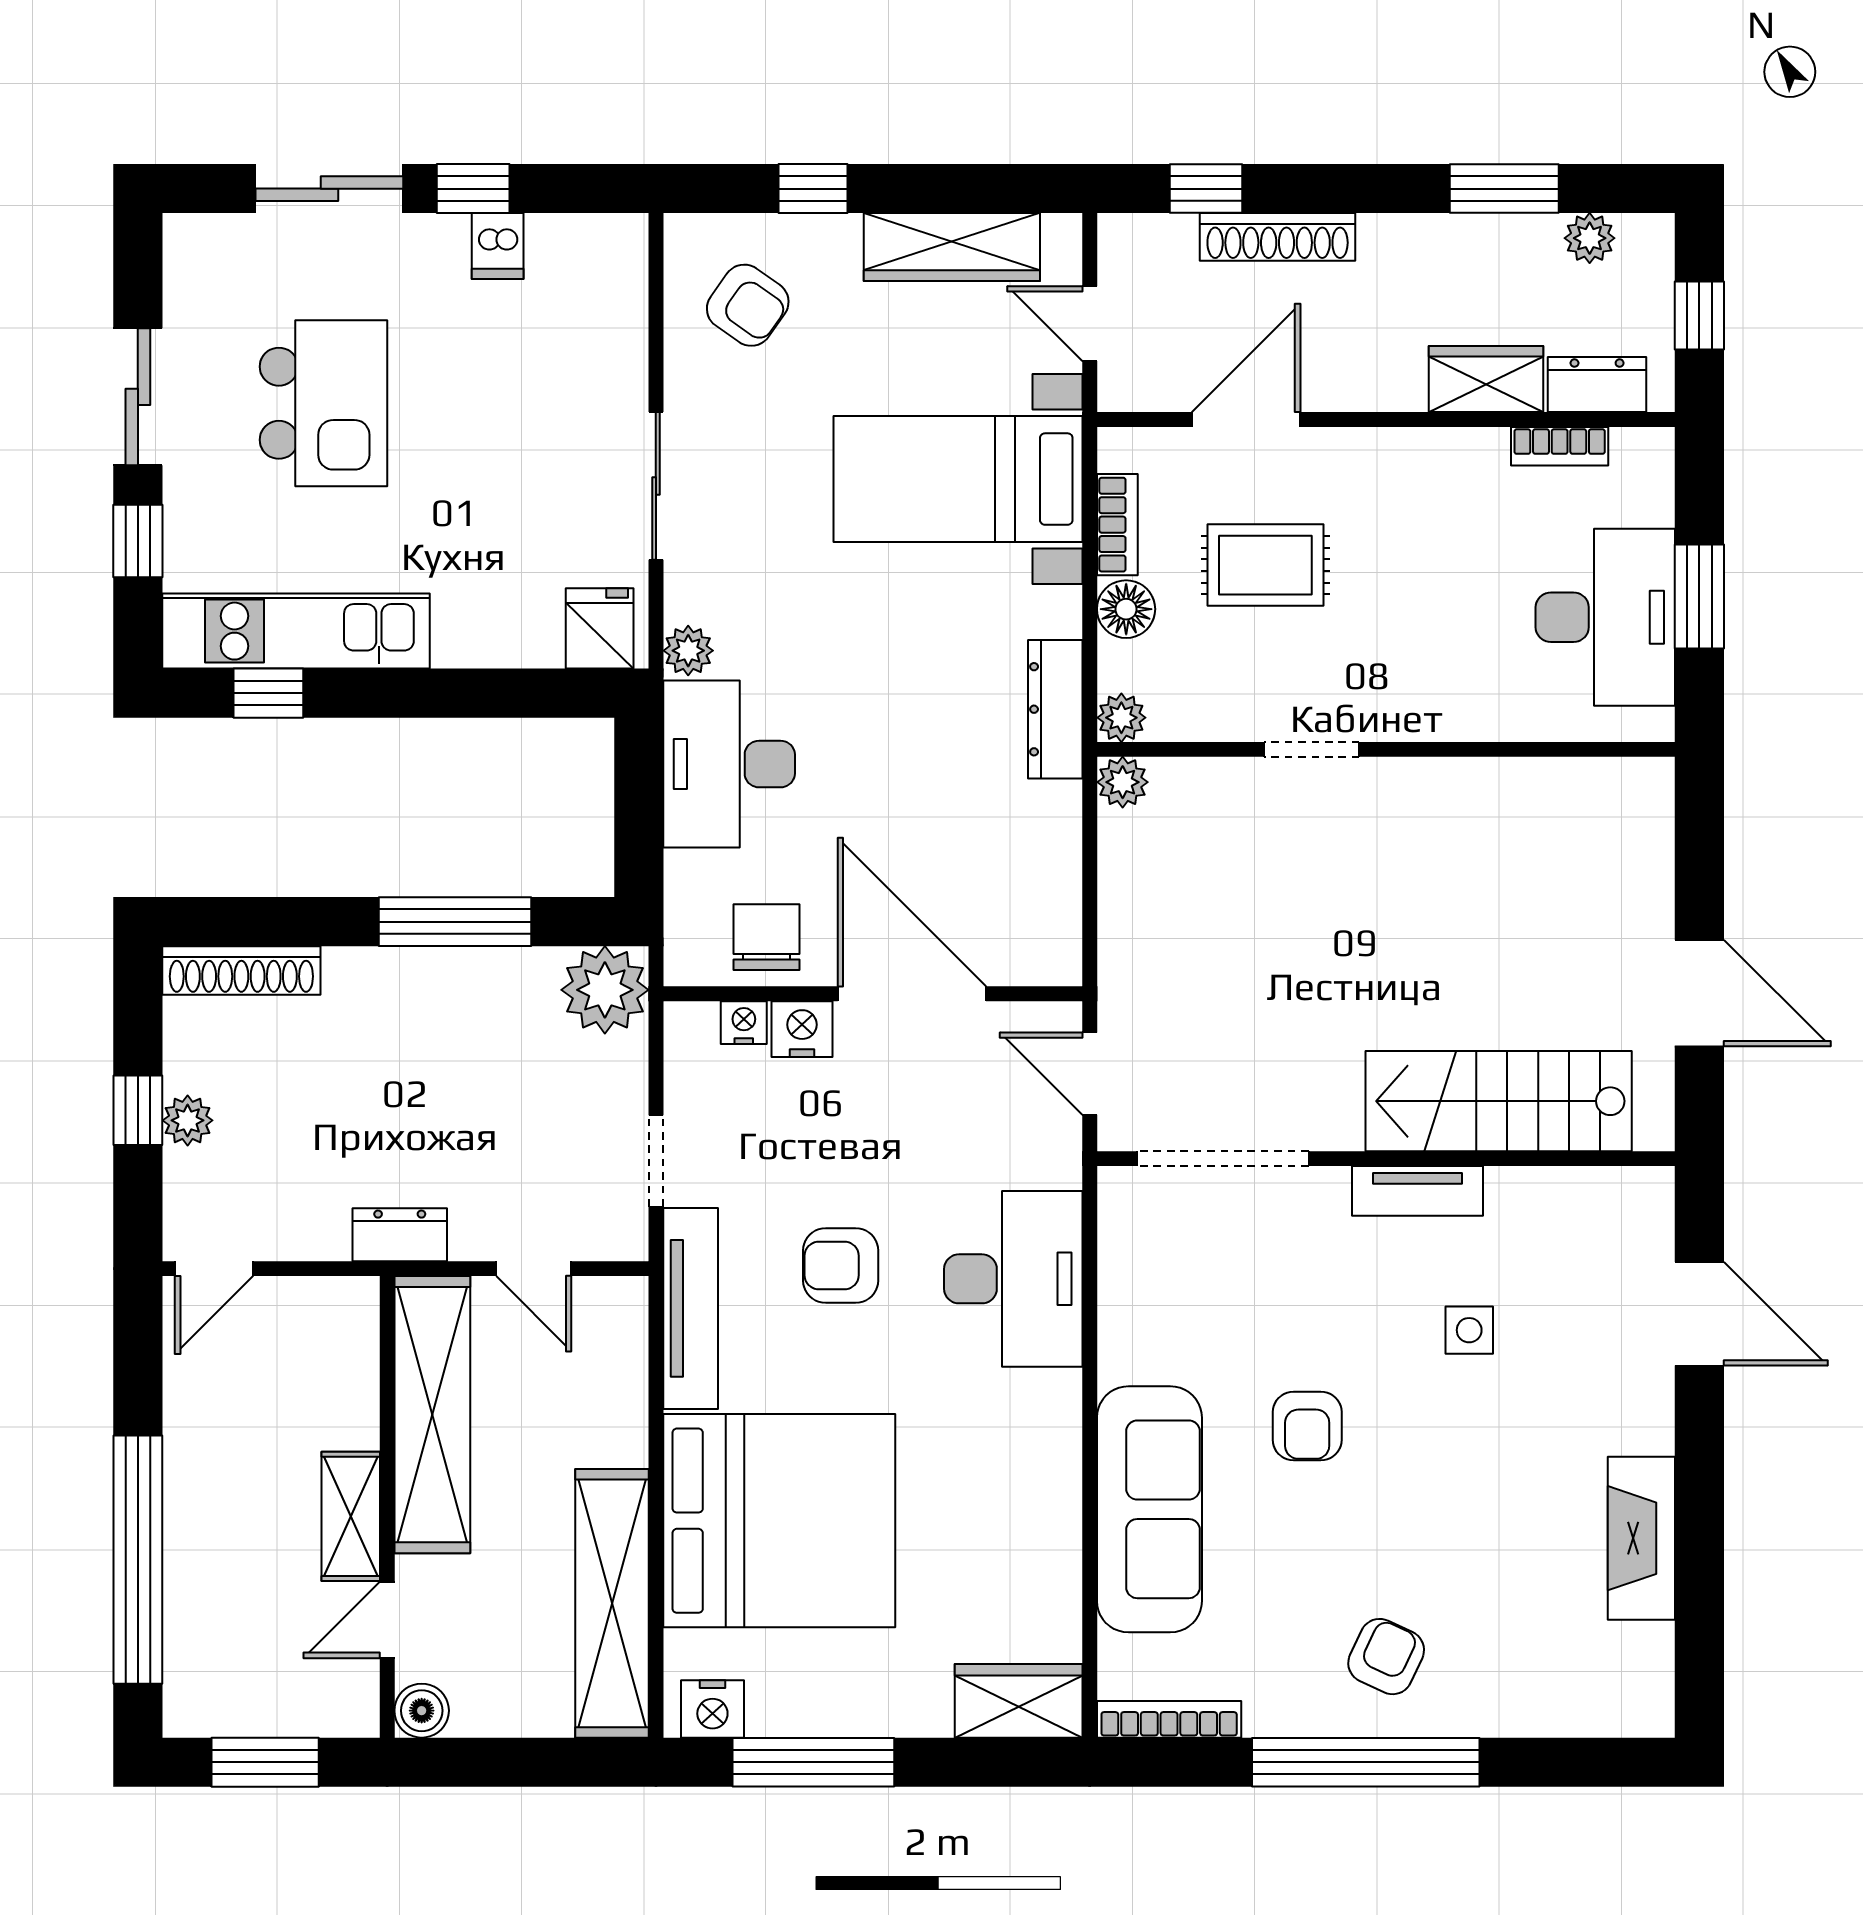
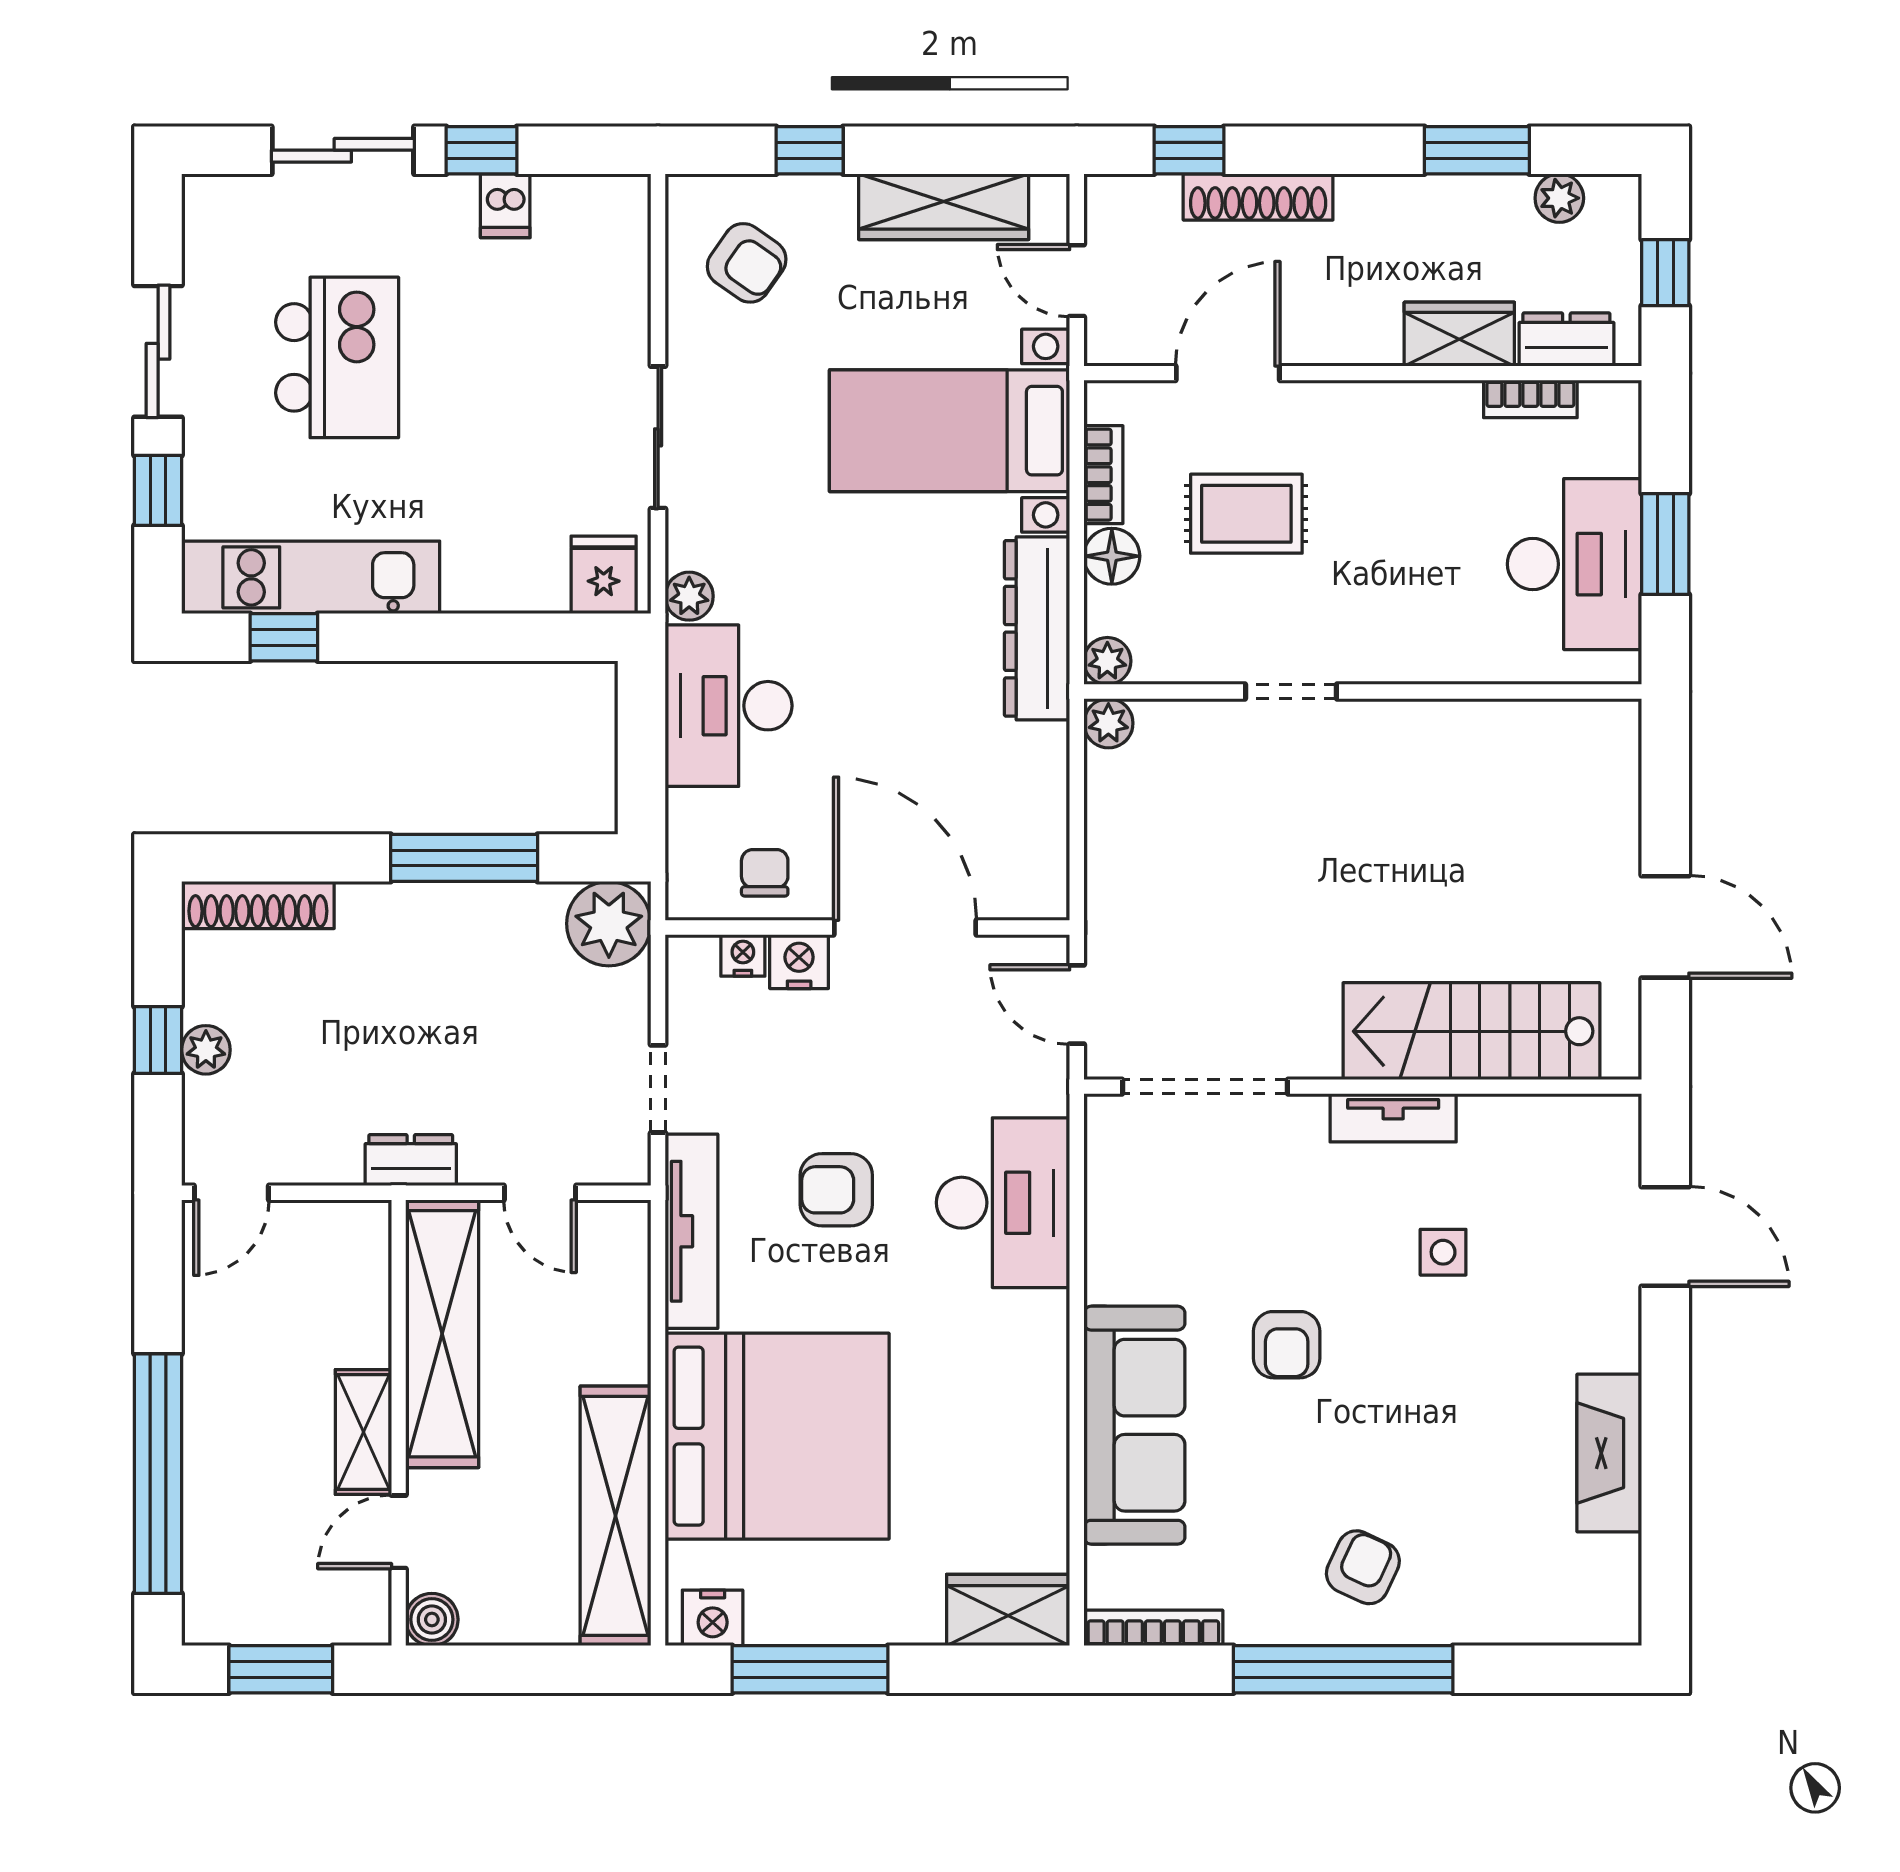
dresser: (1055, 709) -> (1037, 628), width x1.37, depth x1.24
chair: (766, 937) -> (765, 873), width x0.73, depth x0.73

